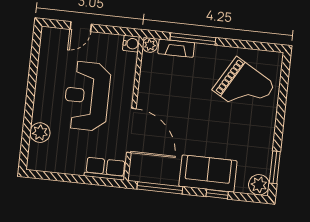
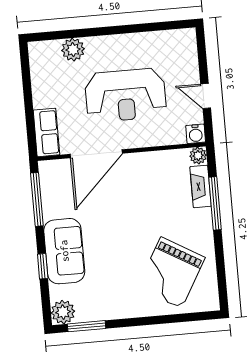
door: (81, 27) -> (206, 96), moved
reception desk: (87, 96) -> (126, 95), turned 180

